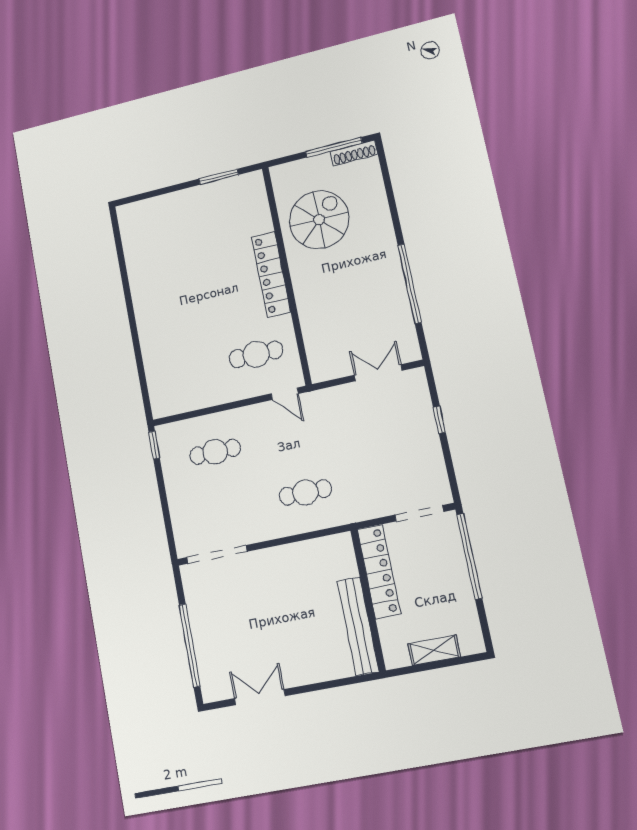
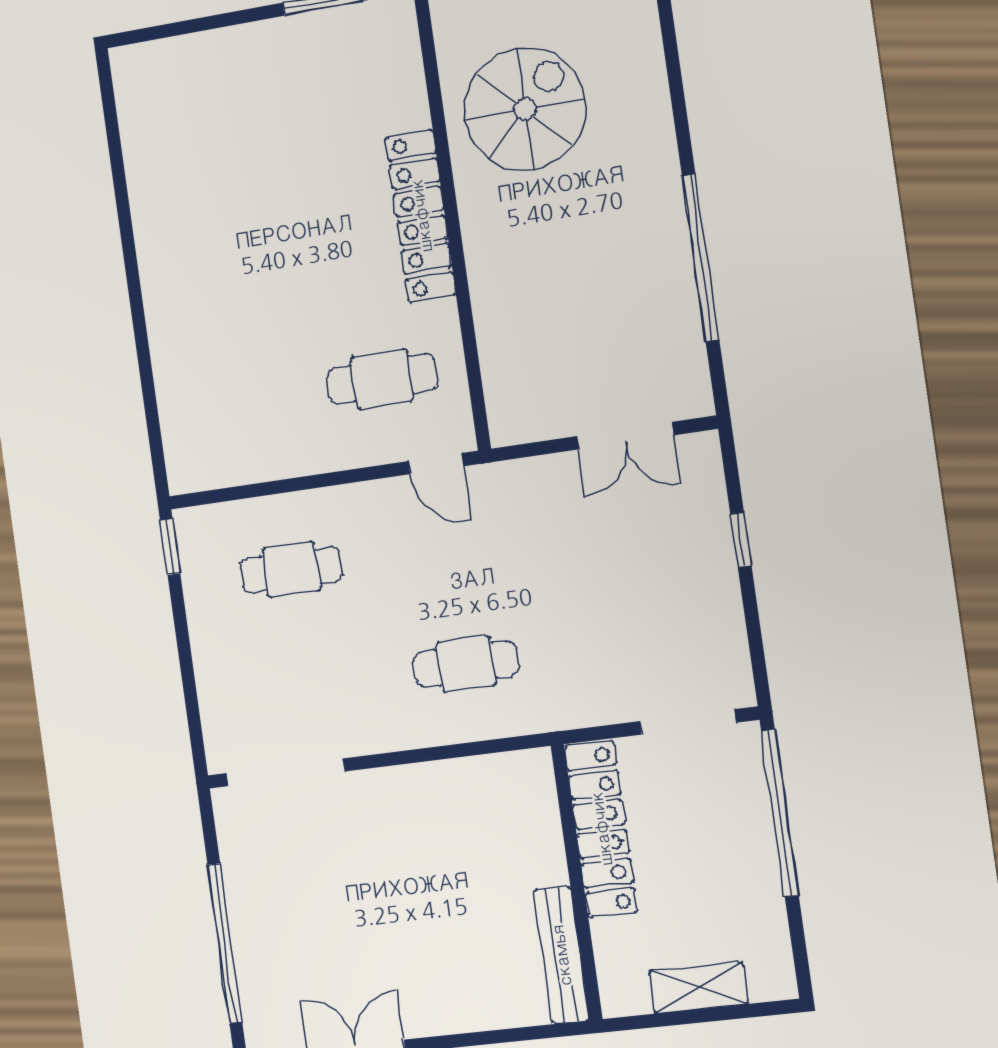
double door: (378, 373) -> (625, 436), swing flipped
bench: (358, 626) -> (561, 955), width x0.73, depth x0.82

